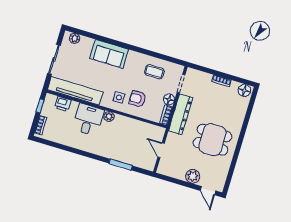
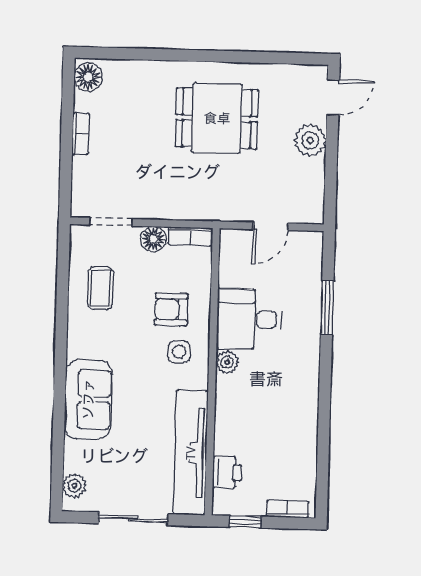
armchair: (138, 99) -> (171, 309), turned 90
dresser: (181, 114) -> (180, 204), removed
desk: (88, 120) -> (249, 319), moved
dining table: (213, 140) -> (217, 118), turned 90

